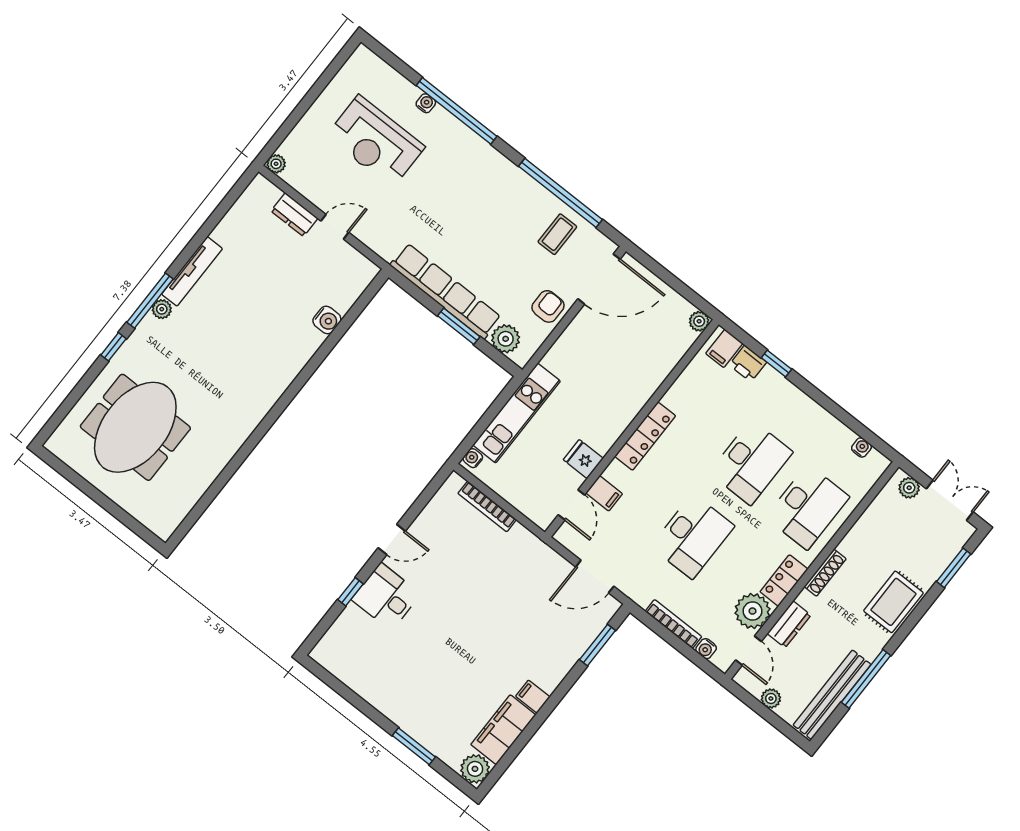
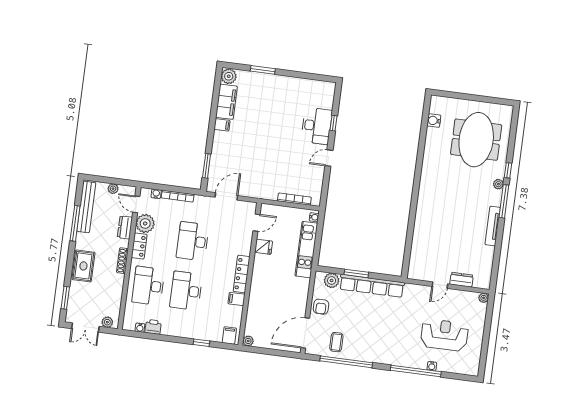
plant: (162, 309) -> (498, 184), moved
water cooler: (327, 320) -> (434, 121), moved
printer: (748, 364) -> (153, 327), moved
filing cabinet: (604, 493) -> (236, 299), moved
door: (571, 505) -> (256, 223), swing flipped
desk: (386, 597) -> (317, 126), width x1.37

